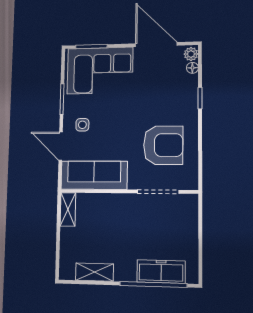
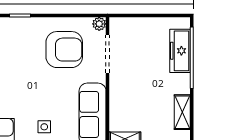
armchair: (163, 145) -> (64, 50), turned 90
plant: (191, 183) -> (99, 24), added

